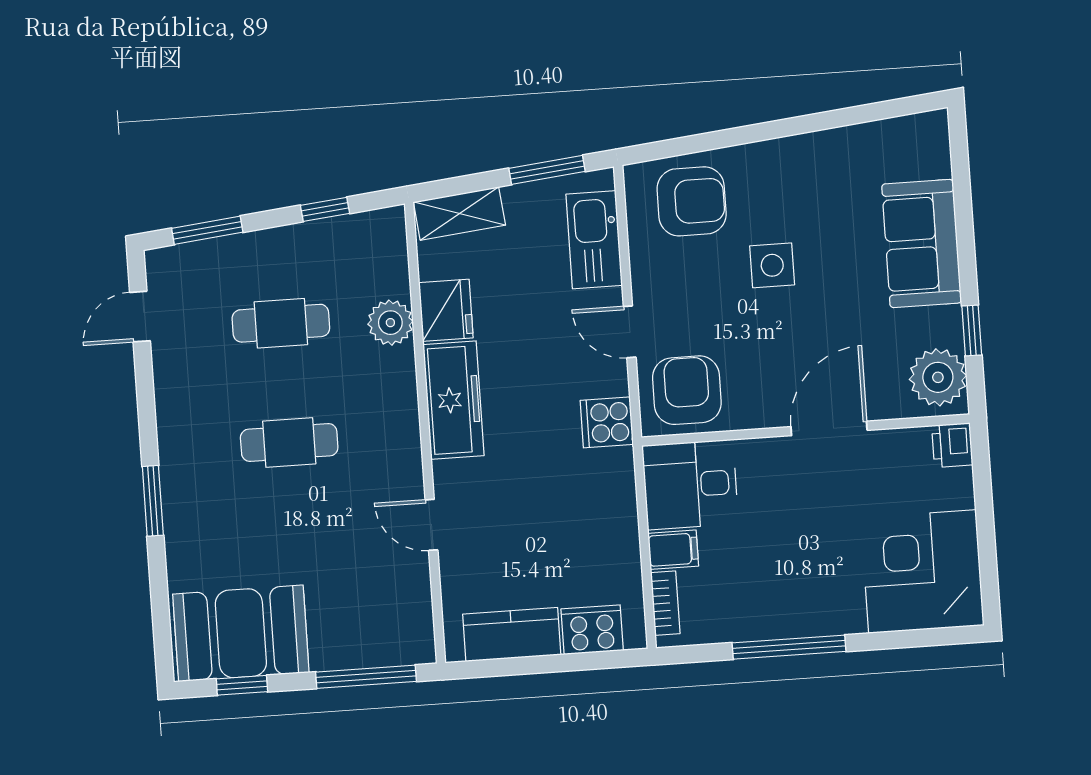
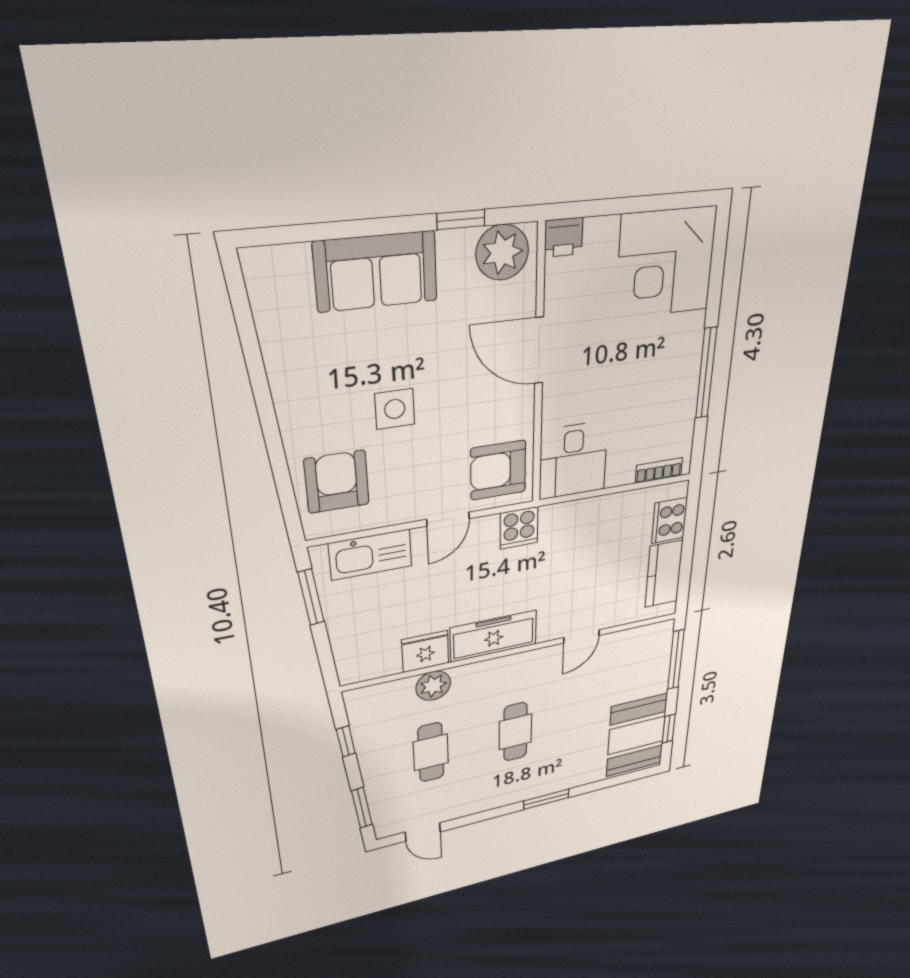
shelving: (459, 214) -> (349, 654), removed
filing cabinet: (673, 550) -> (621, 469), removed

